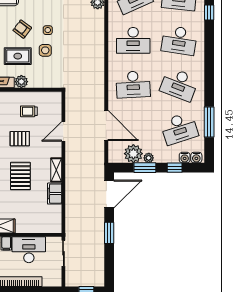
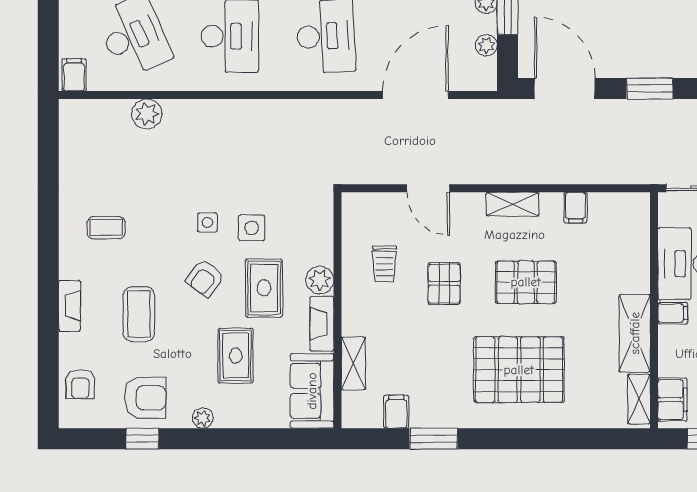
plant: (133, 154) -> (486, 45), width x0.53, depth x0.53
filing cabinet: (55, 194) -> (575, 208), width x0.50

